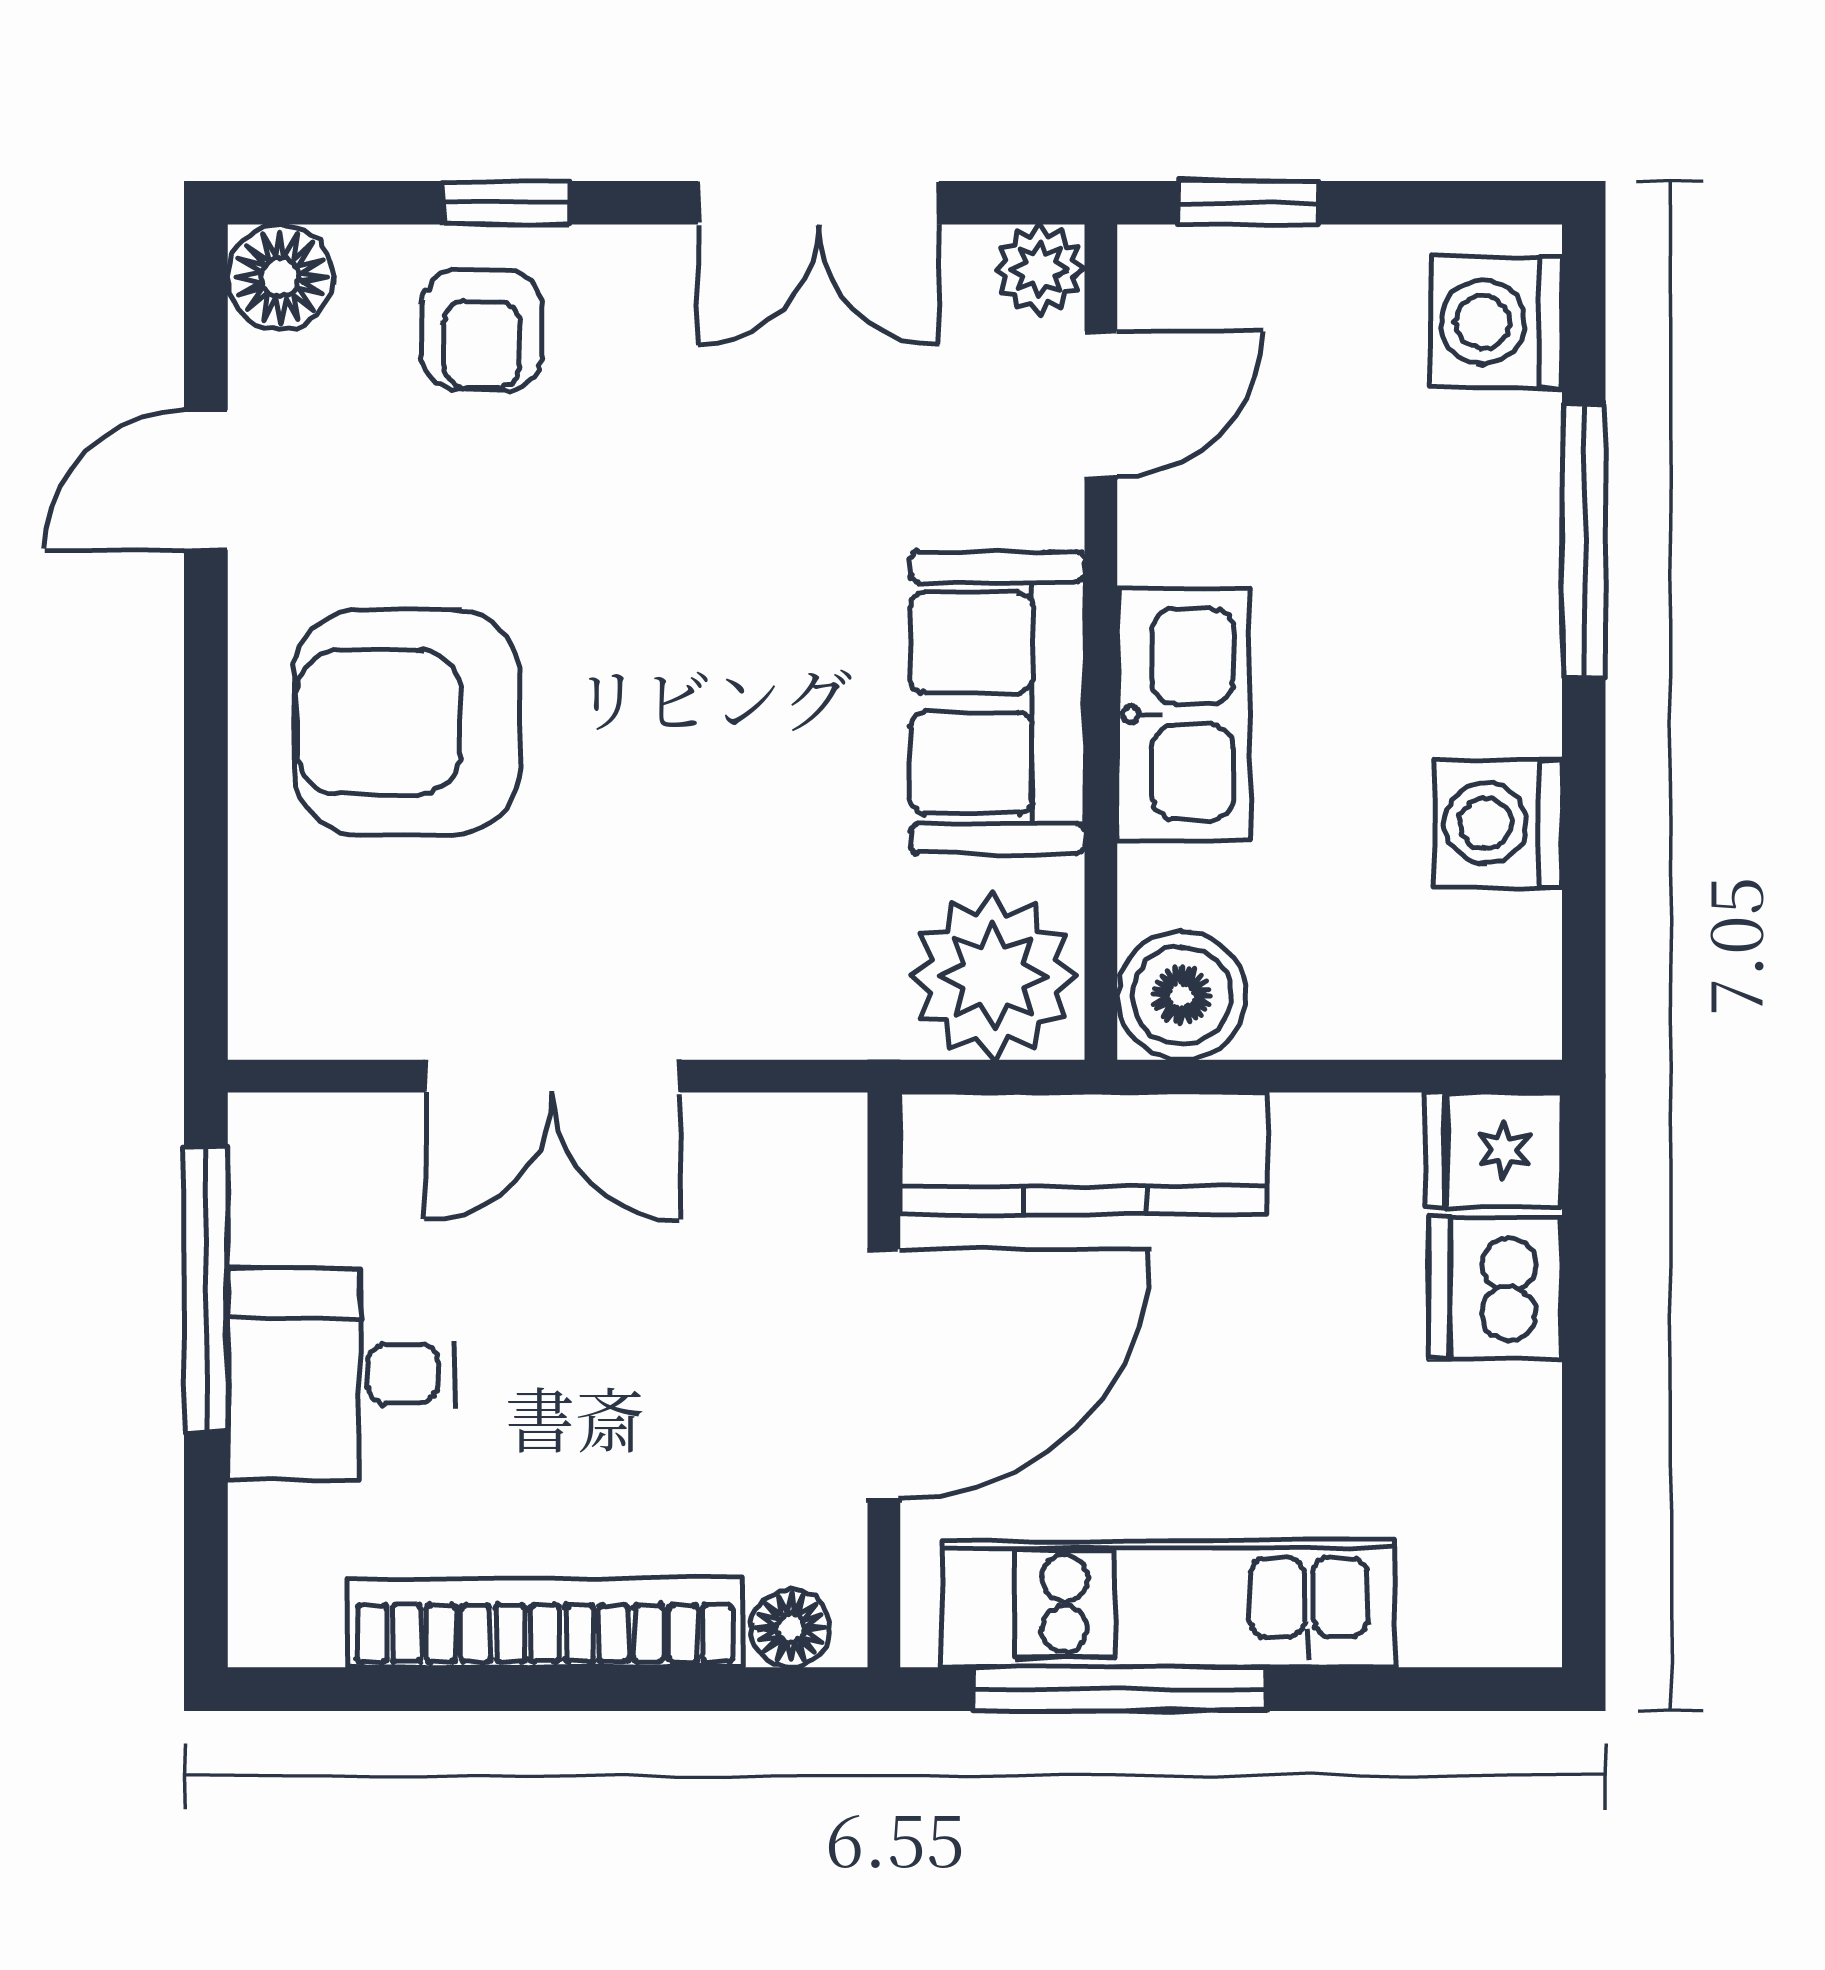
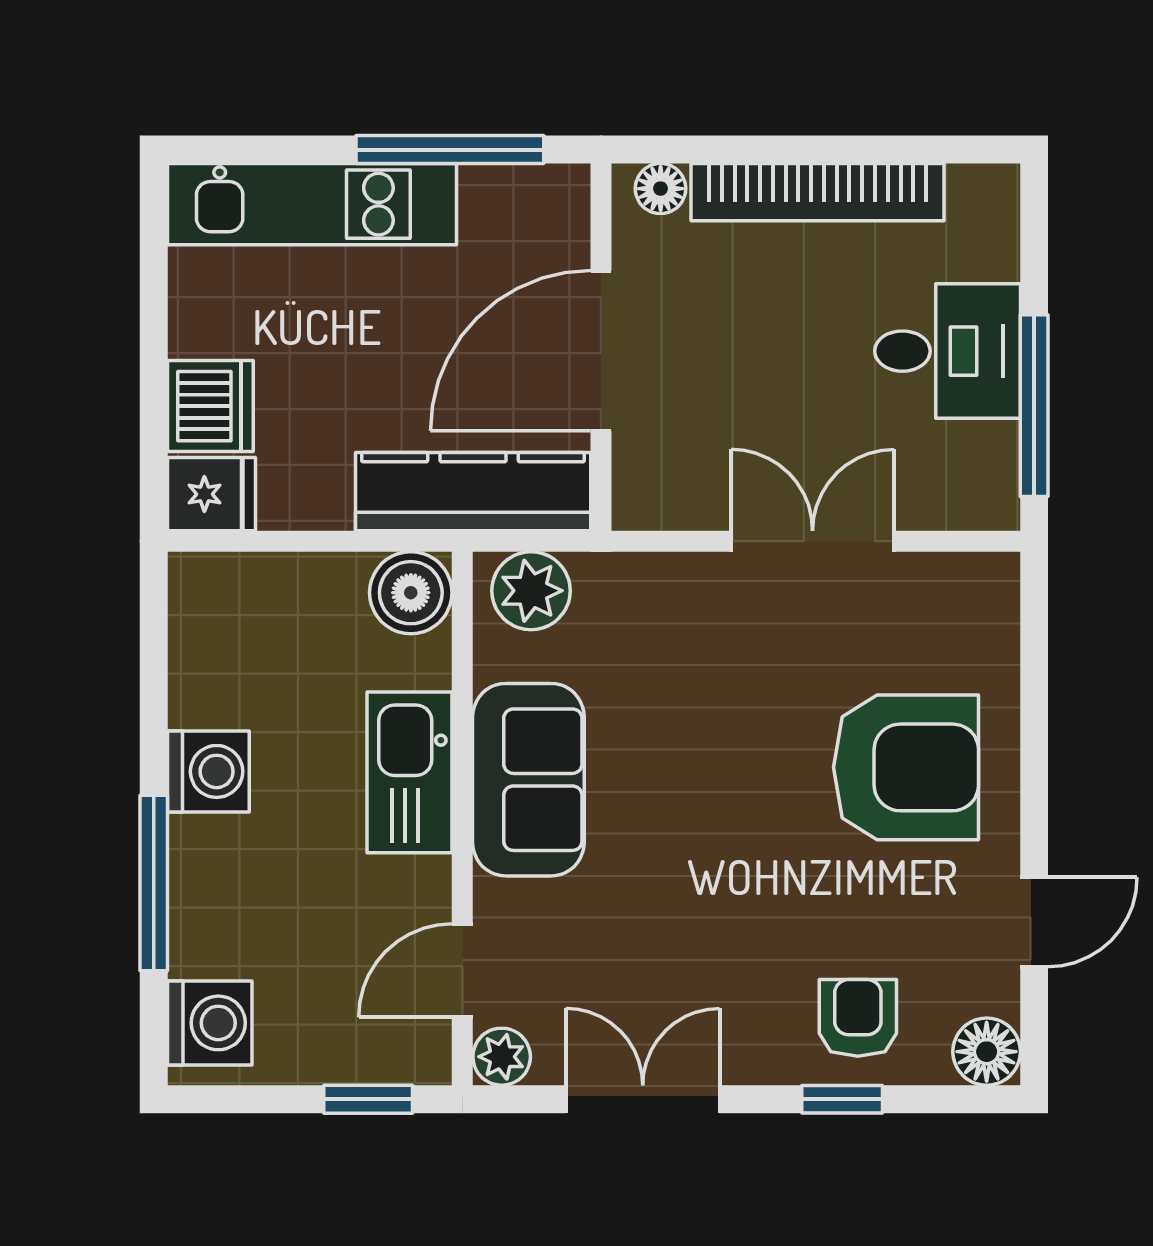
washing machine: (1498, 823) -> (208, 771), moved
plant: (993, 976) -> (531, 591), width x0.73, depth x0.73
kitchen unit: (1169, 1604) -> (312, 204), moved

